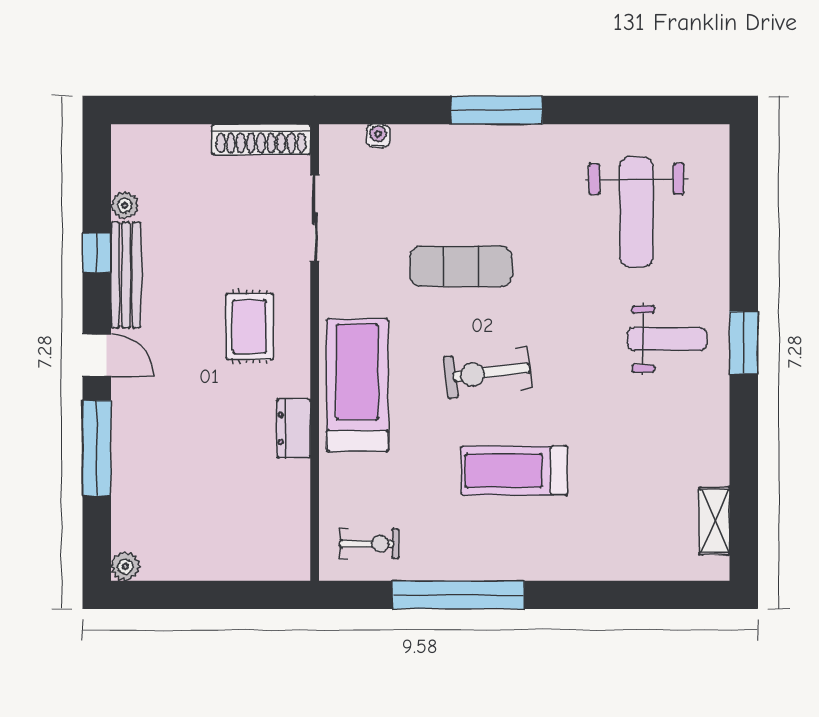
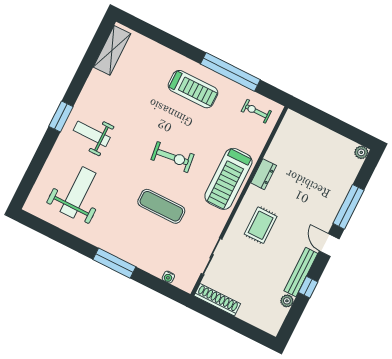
treadmill: (514, 471) -> (193, 89), moved
shelving: (714, 521) -> (112, 50), width x1.50, depth x1.33

